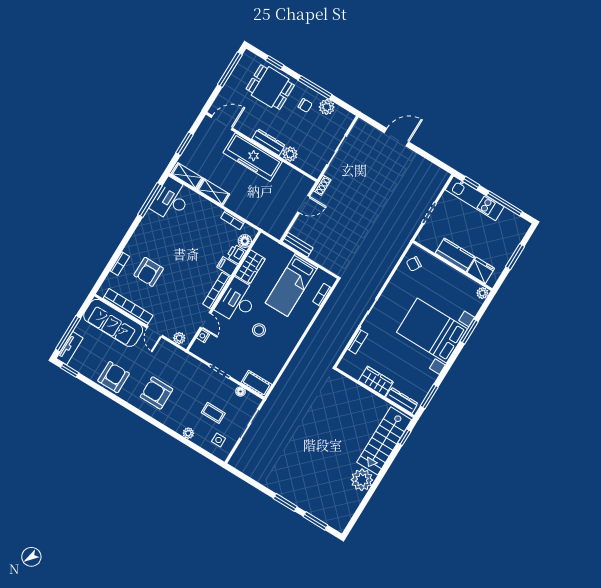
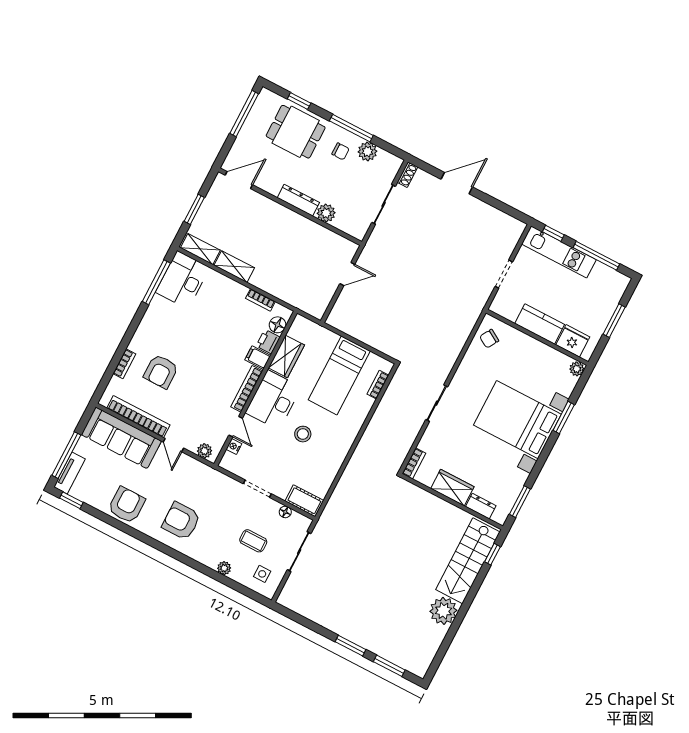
freezer: (253, 157) -> (280, 220), removed
shoe rack: (322, 185) -> (407, 175), moved
bench: (298, 245) -> (343, 325), removed
bookcase: (358, 342) -> (414, 463), moved
dresser: (402, 400) -> (481, 506), width x0.70

